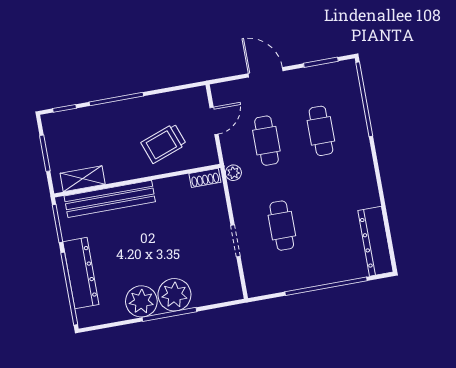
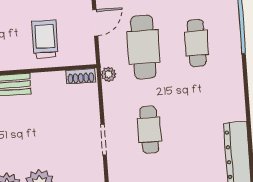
cafe table: (266, 141) -> (143, 47), width x1.37, depth x1.35
trolley: (164, 143) -> (45, 39), turned 110

